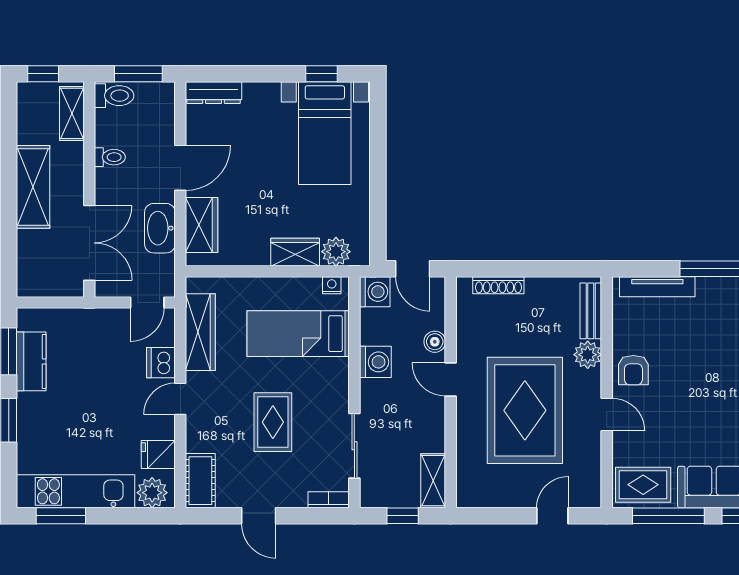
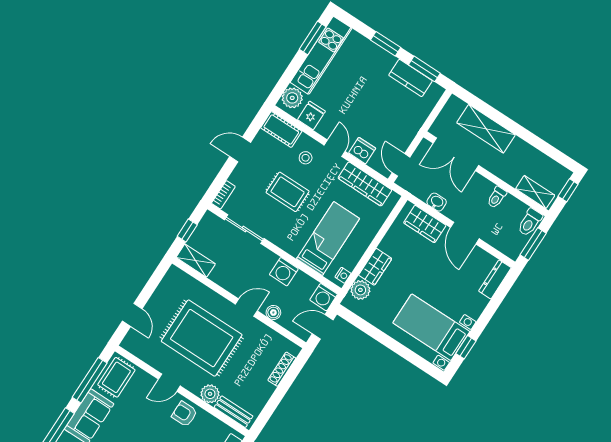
shelving: (33, 187) -> (486, 129), moved
washbasin: (160, 228) -> (437, 202), width x0.52, depth x0.69
stool: (216, 427) -> (306, 158), added

